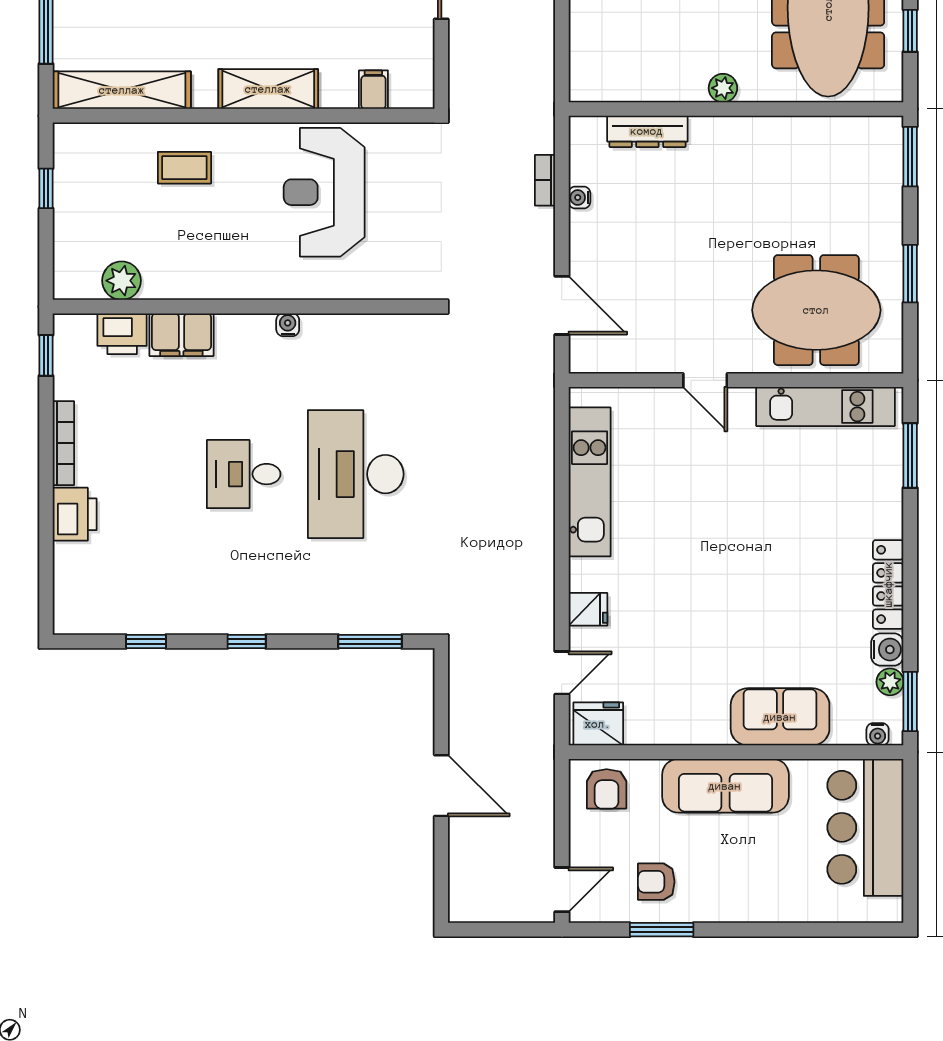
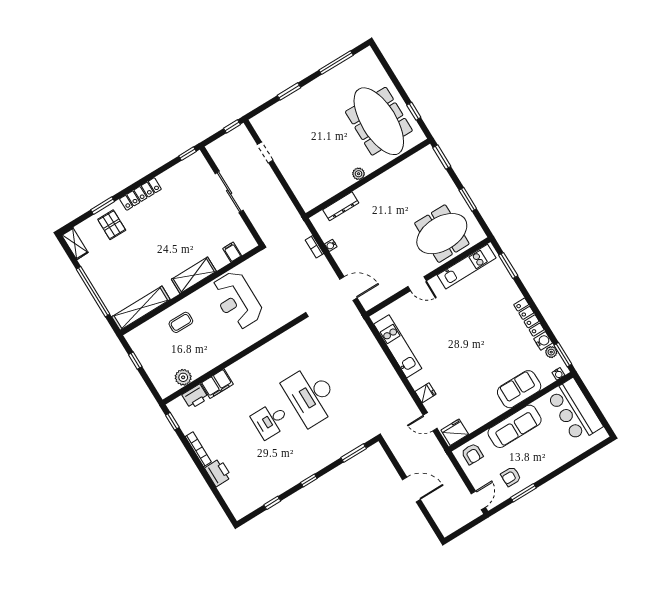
water cooler: (288, 325) -> (253, 356), removed
door: (562, 673) -> (430, 422), swing flipped

